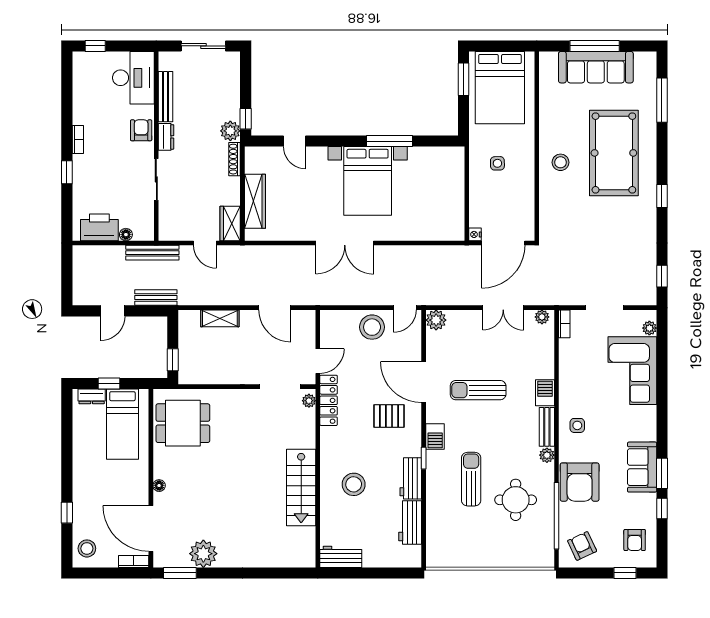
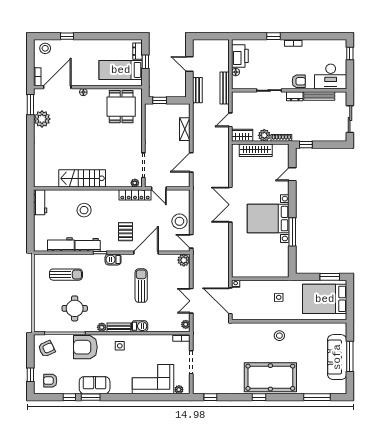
plant: (230, 131) -> (264, 135), moved
pool table: (614, 153) -> (270, 377), moved
sun lounger: (471, 479) -> (66, 275), moved

